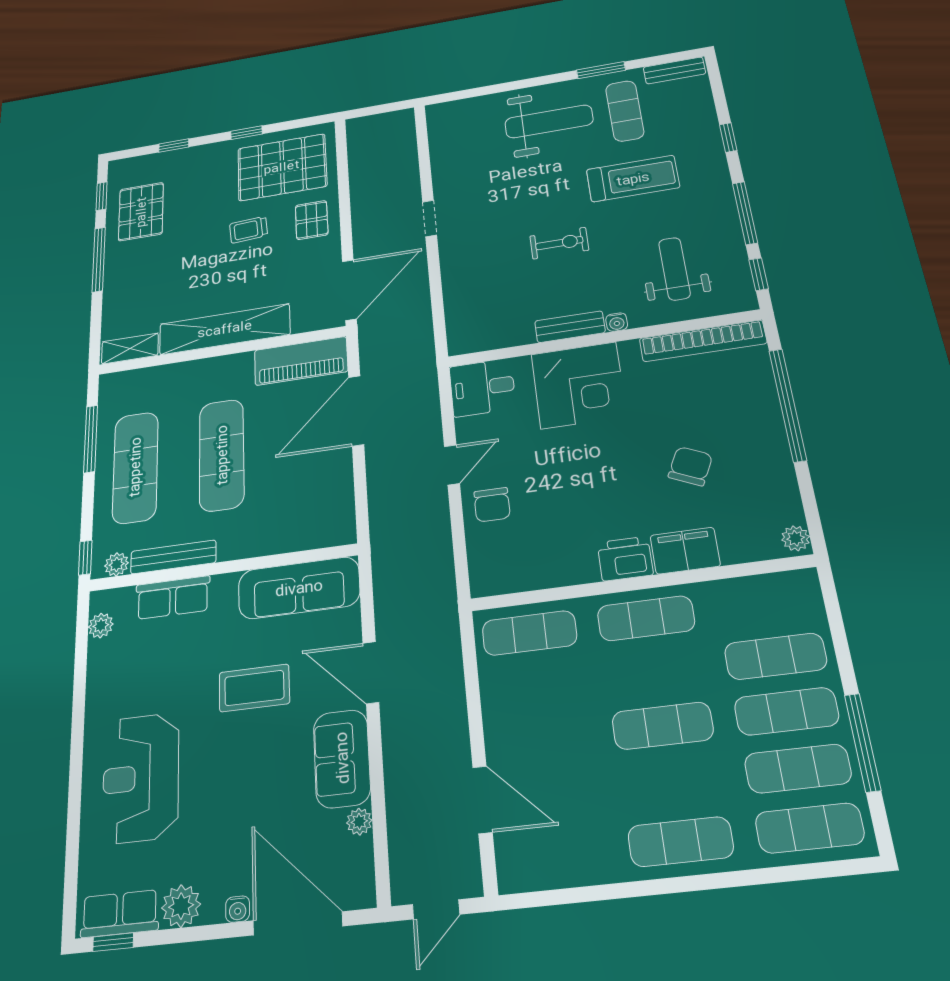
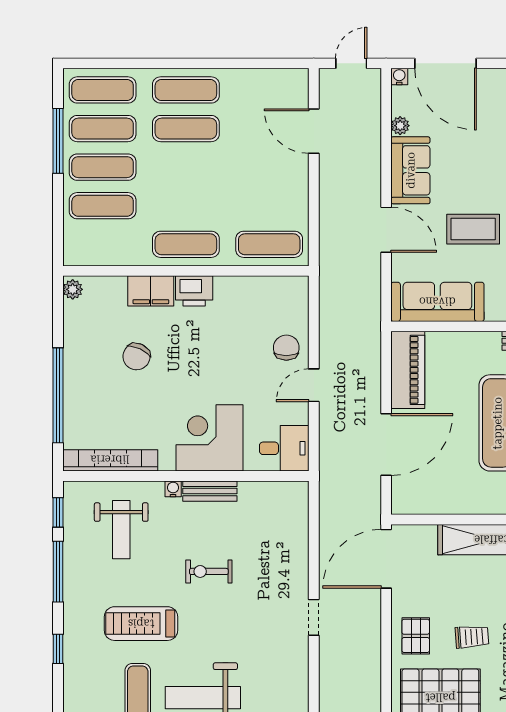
piano: (301, 361) -> (408, 370), moved, turned 90
exercise mat: (663, 726) -> (186, 129), moved
water cooler: (238, 909) -> (399, 76), moved

